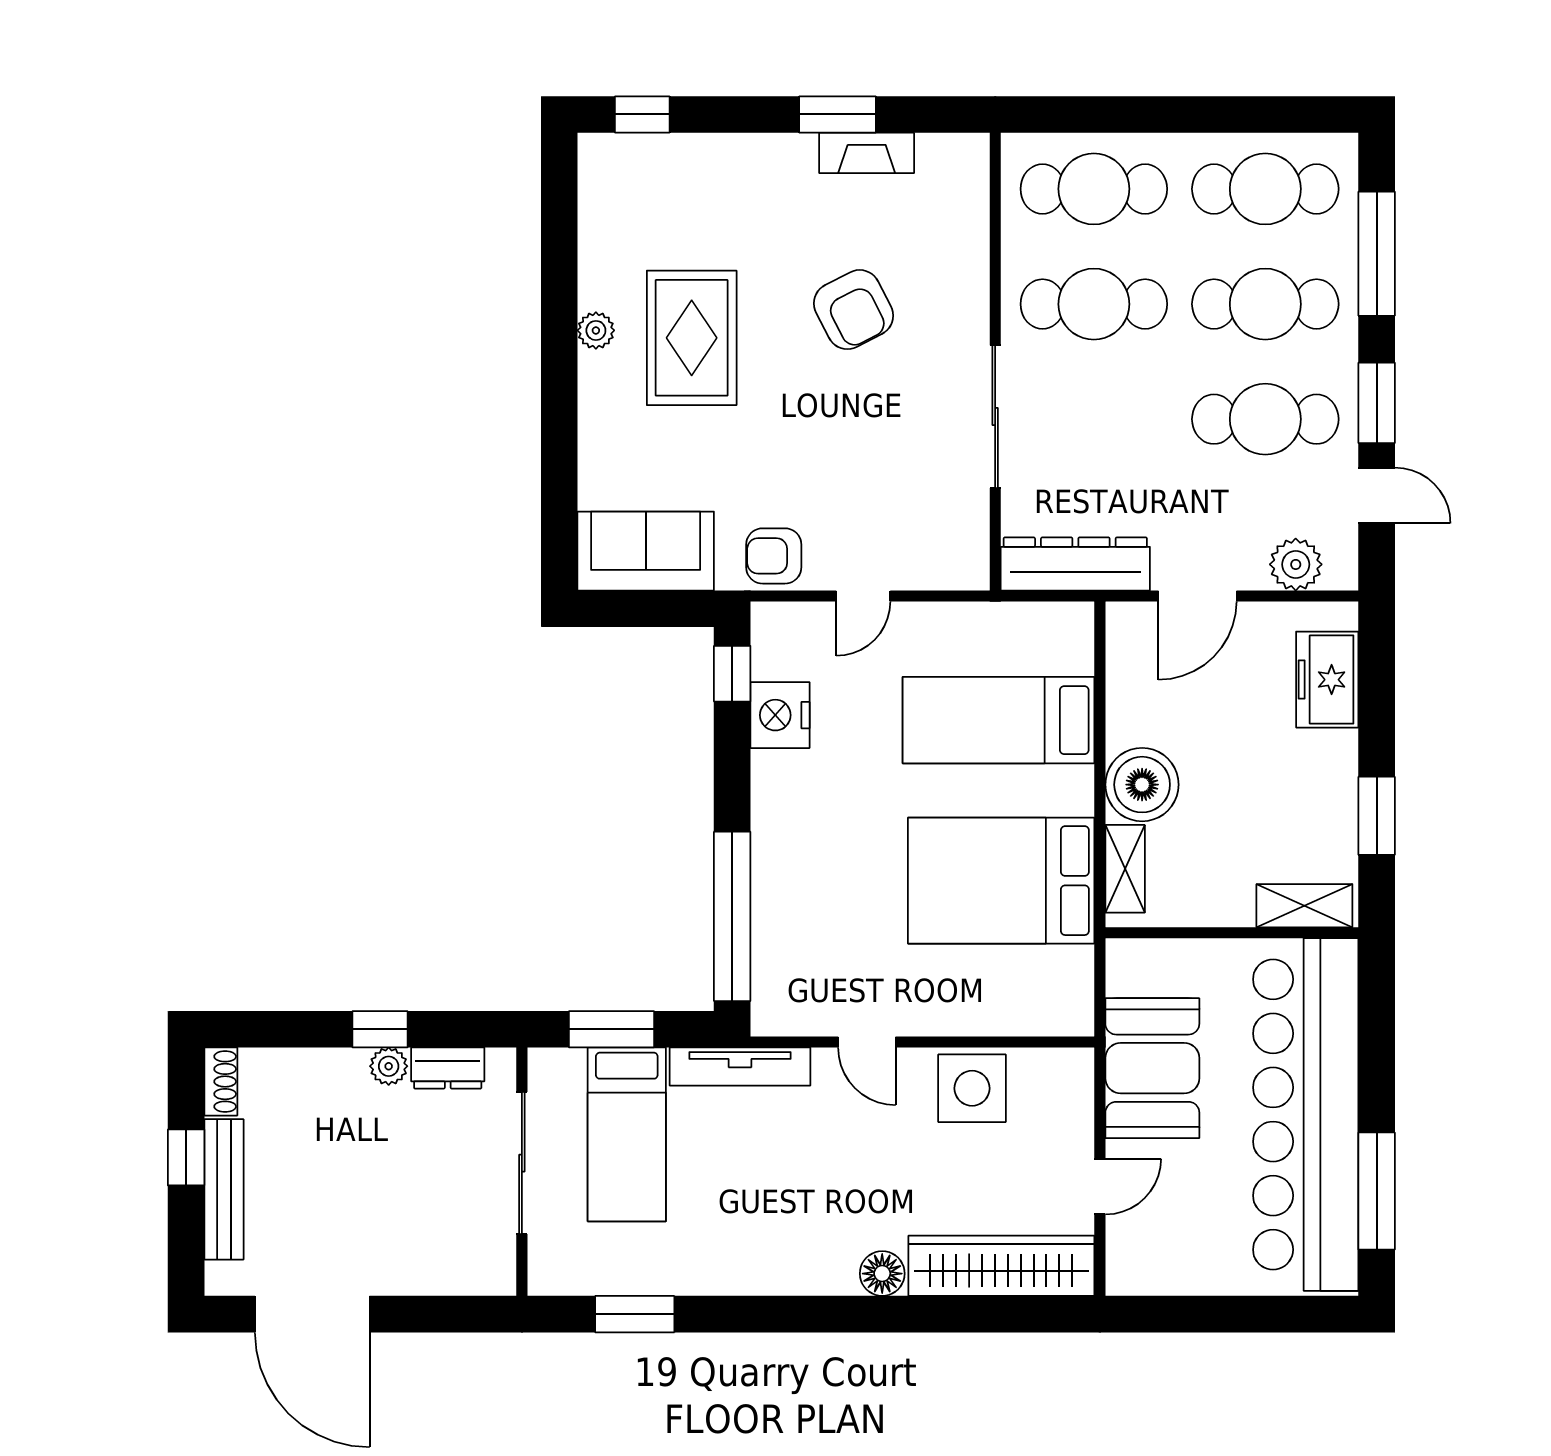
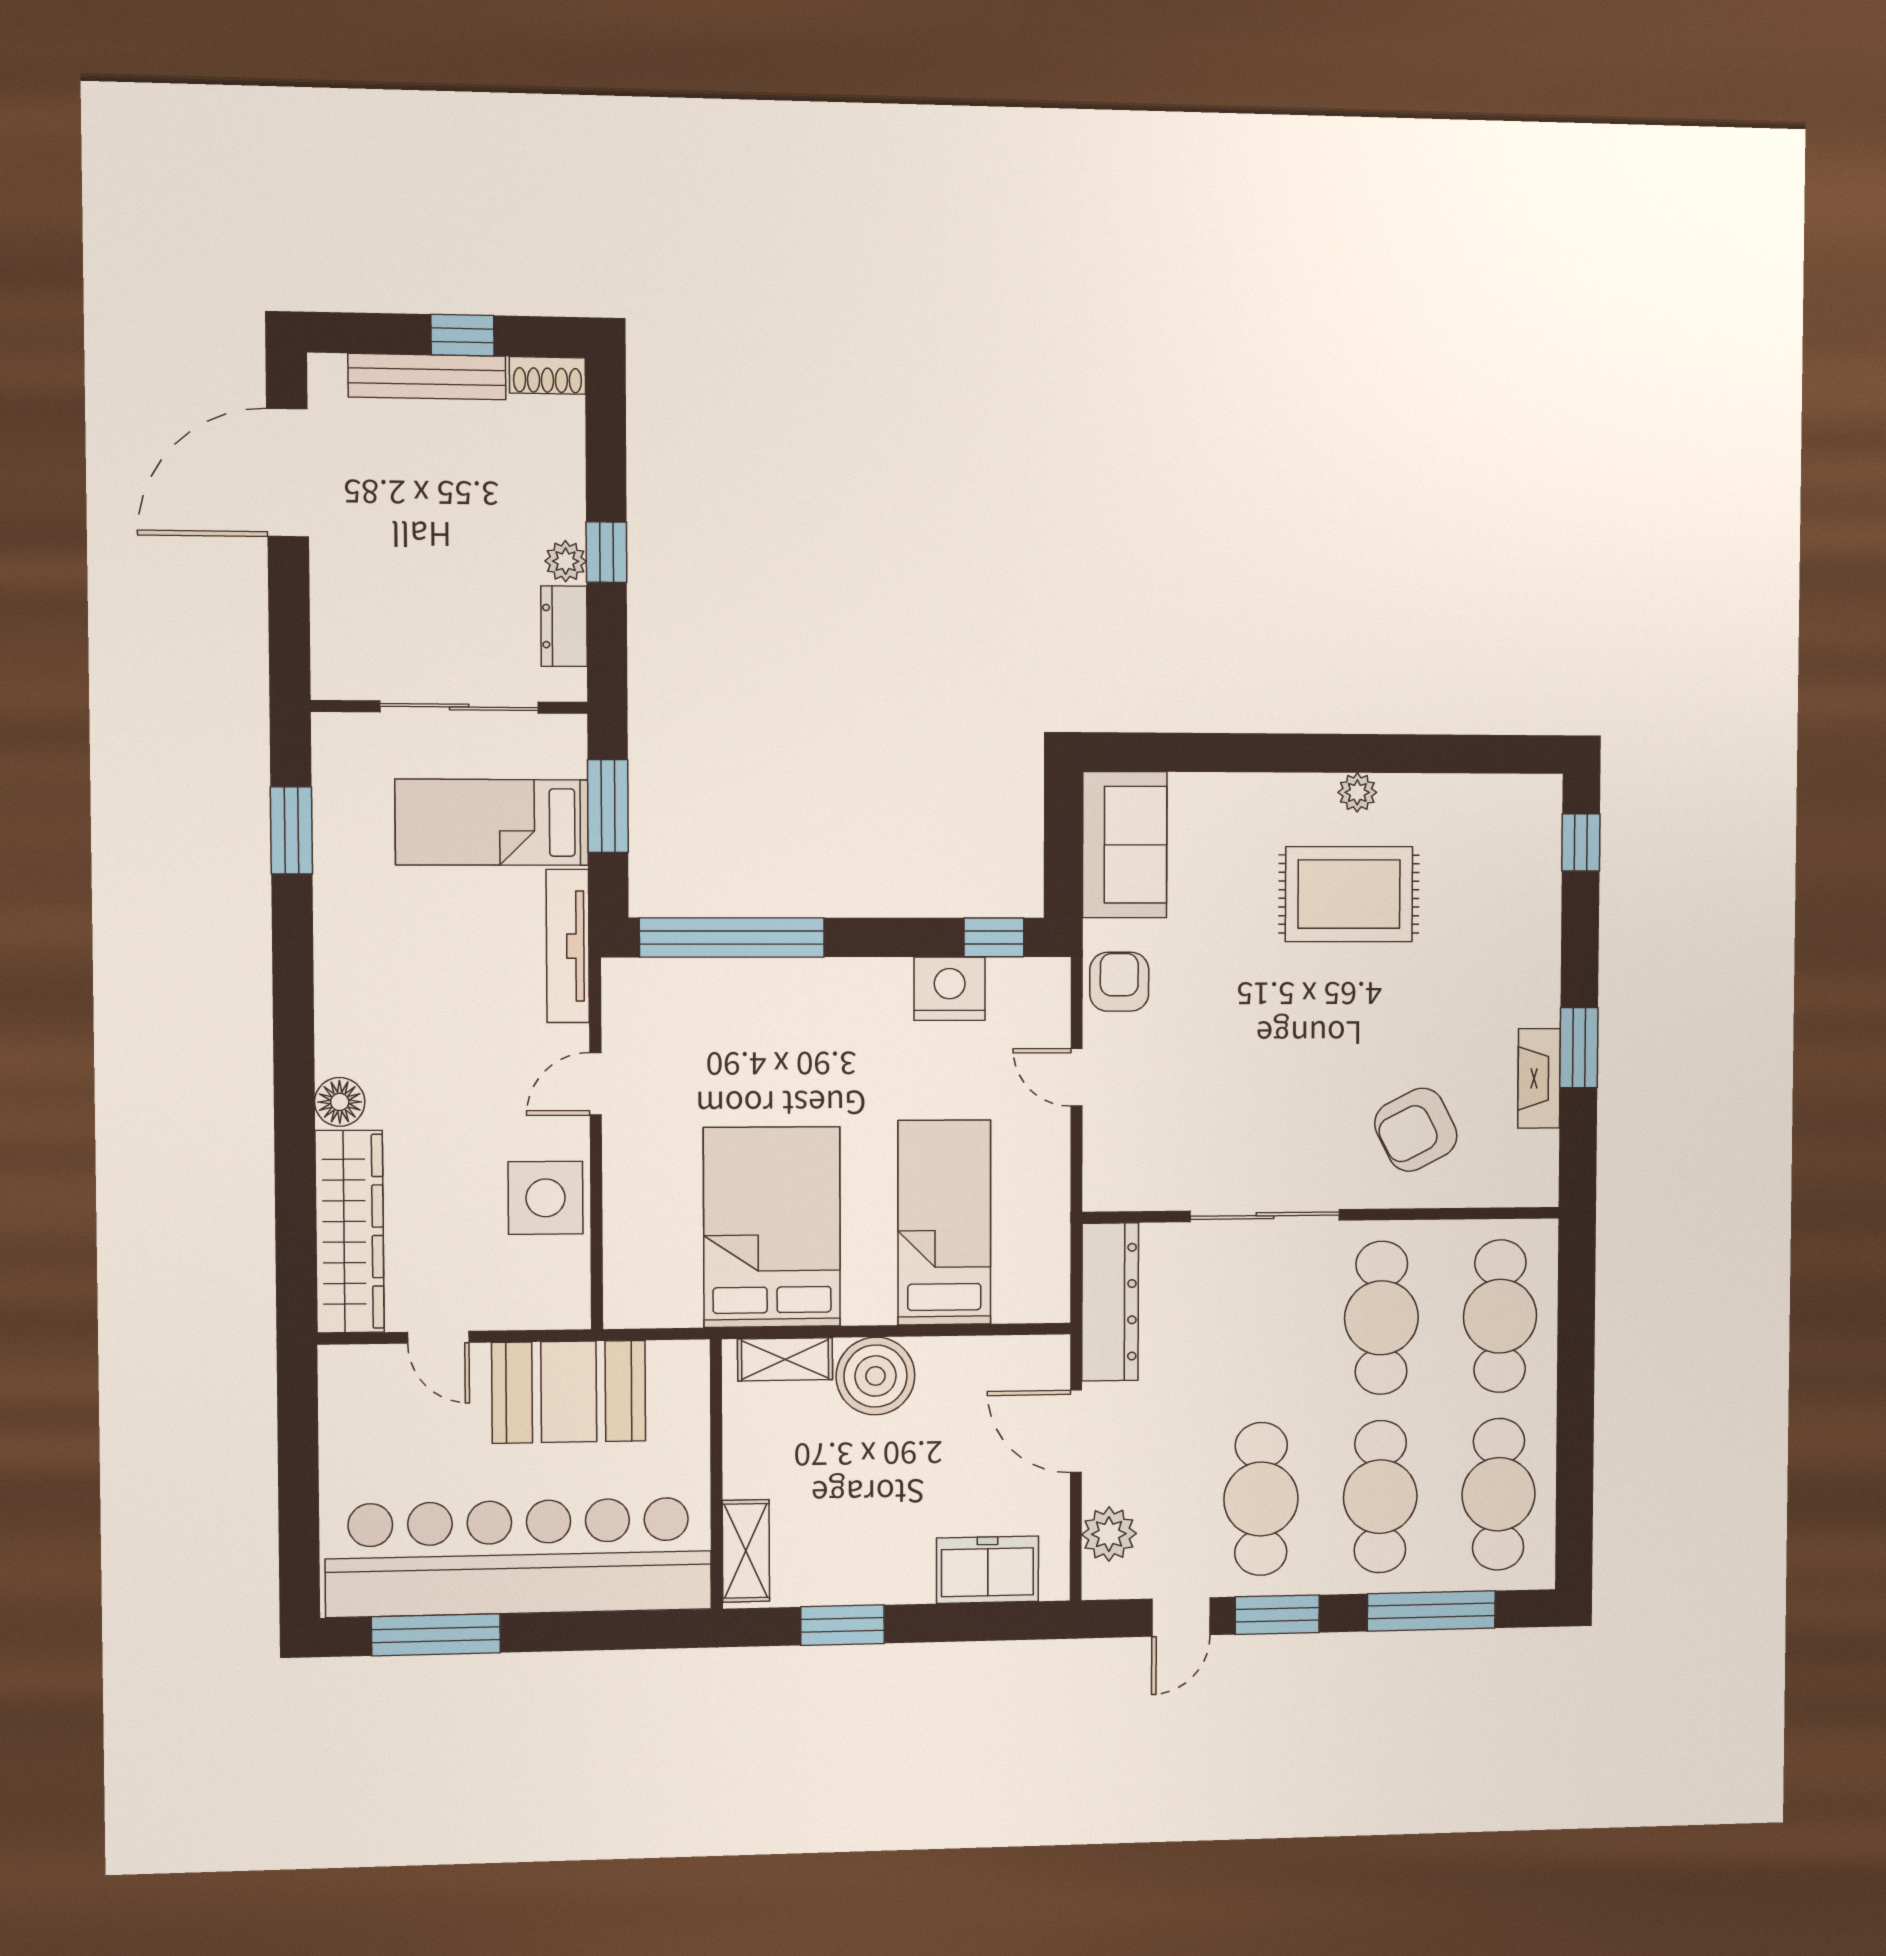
armchair: (854, 310) -> (1416, 1130), moved

